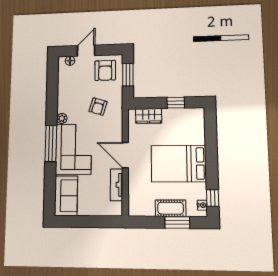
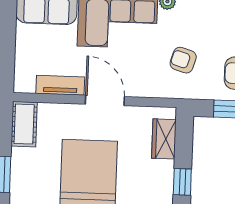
door: (125, 155) -> (105, 100), hinge flipped
cot: (170, 208) -> (24, 124), moved

